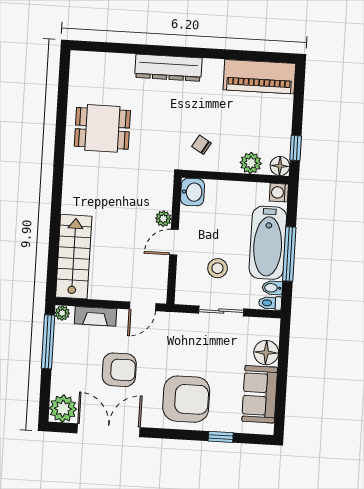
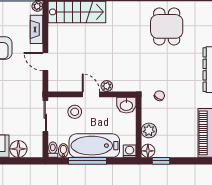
washbasin: (192, 192) -> (126, 105), moved
plant: (163, 219) -> (107, 86), moved
wall: (174, 241) -> (92, 94), moved
door: (174, 242) -> (91, 94), moved

